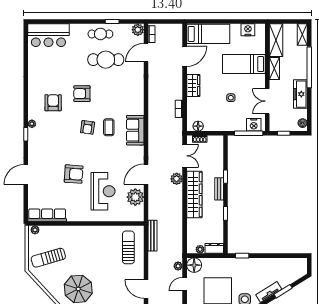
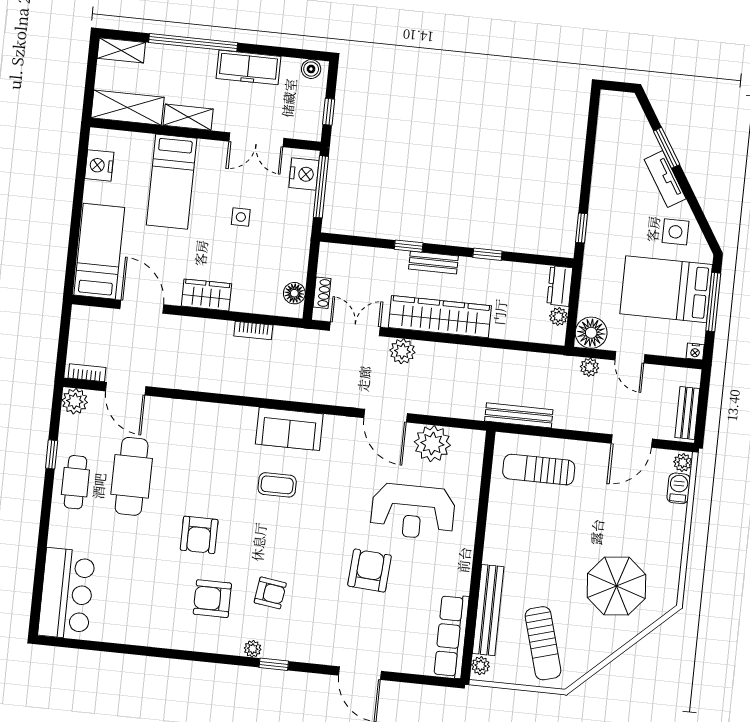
armchair: (88, 127) -> (270, 593), moved
reception desk: (103, 191) -> (413, 512), turned 180
bench: (61, 231) -> (488, 610), added

